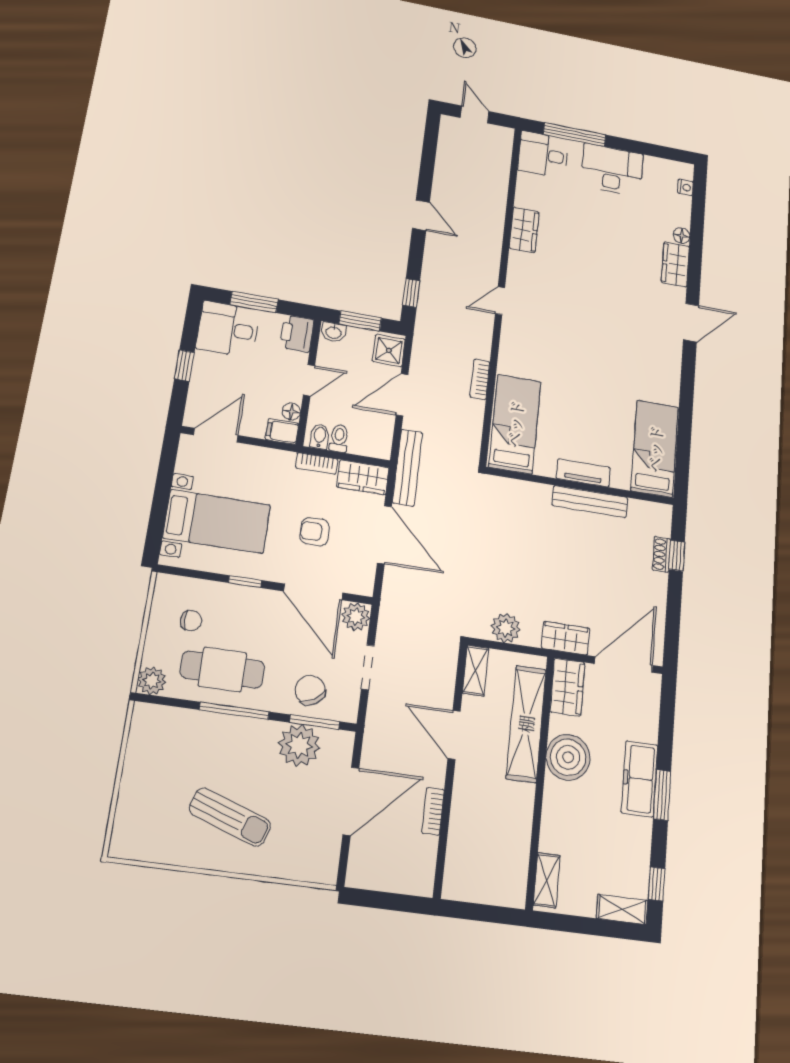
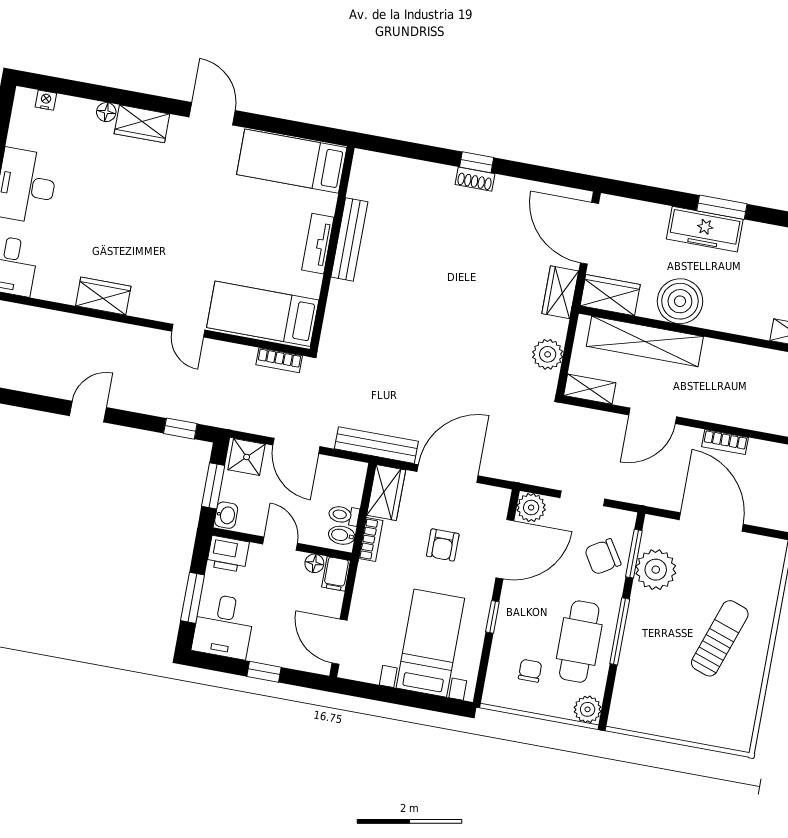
bed: (515, 424) -> (263, 314), moved
bed: (655, 449) -> (292, 161), moved
tv unit: (583, 473) -> (318, 244), moved
wall: (580, 486) -> (332, 248), moved
bench: (590, 502) -> (349, 239), moved

